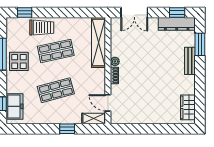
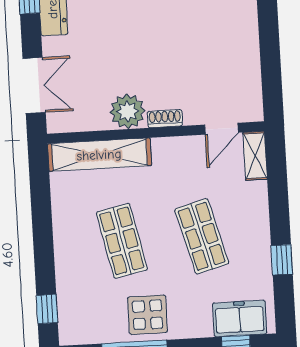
trolley: (42, 28) -> (76, 272), removed
plant: (115, 61) -> (128, 111), width x1.88, depth x1.88
window: (67, 129) -> (282, 260), moved

